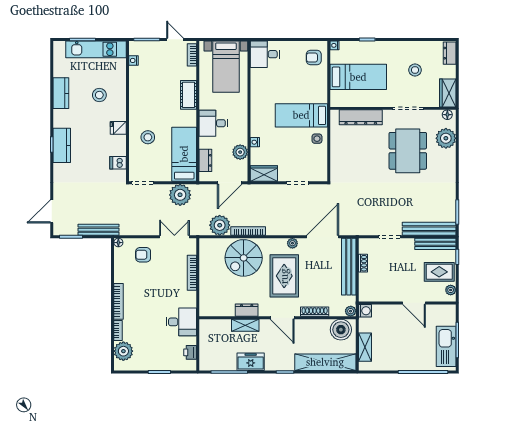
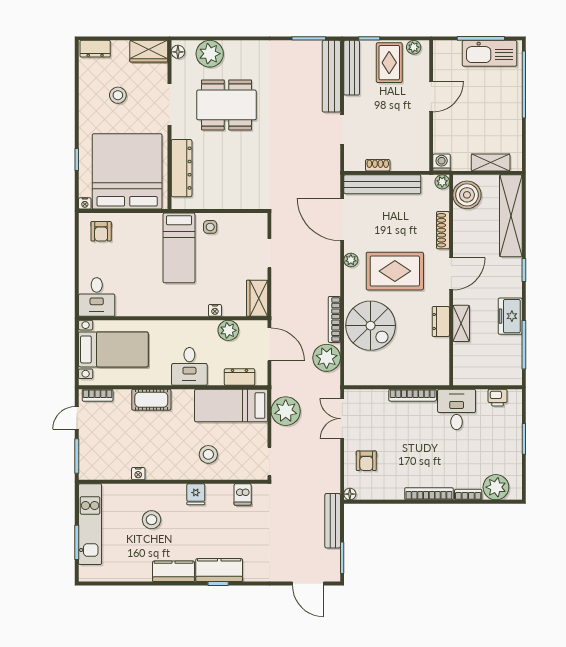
nightstand: (133, 60) -> (138, 474), moved
bed: (358, 77) -> (127, 171), width x2.04
kitchen counter: (61, 93) -> (174, 571), moved
bookcase: (192, 273) -> (413, 395), moved

